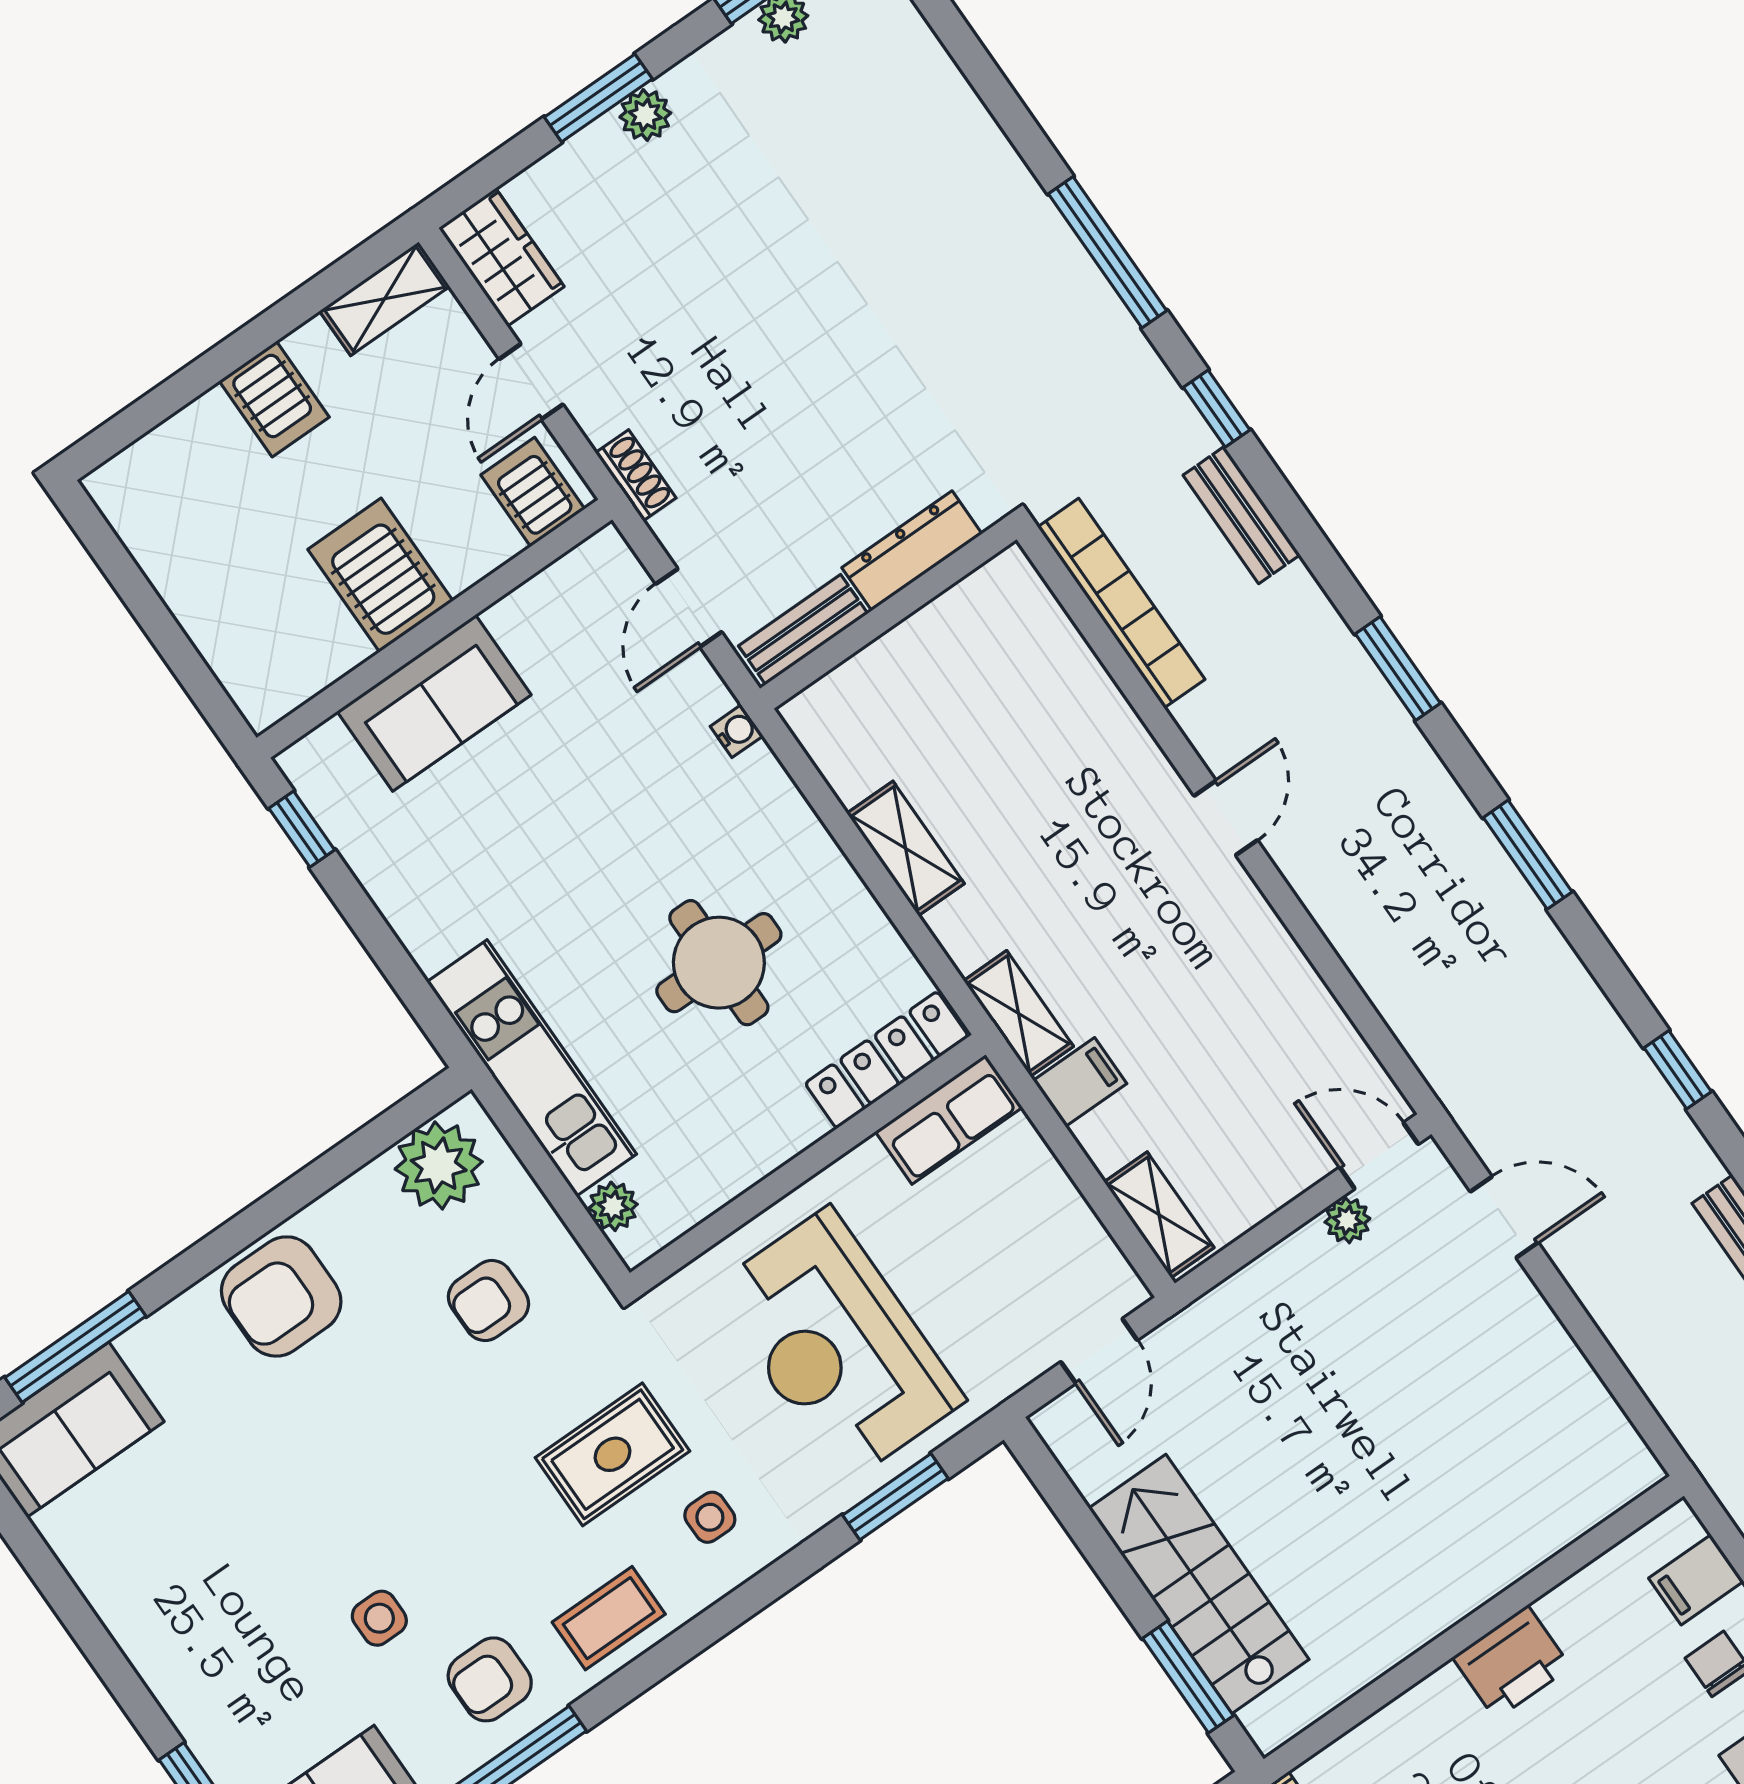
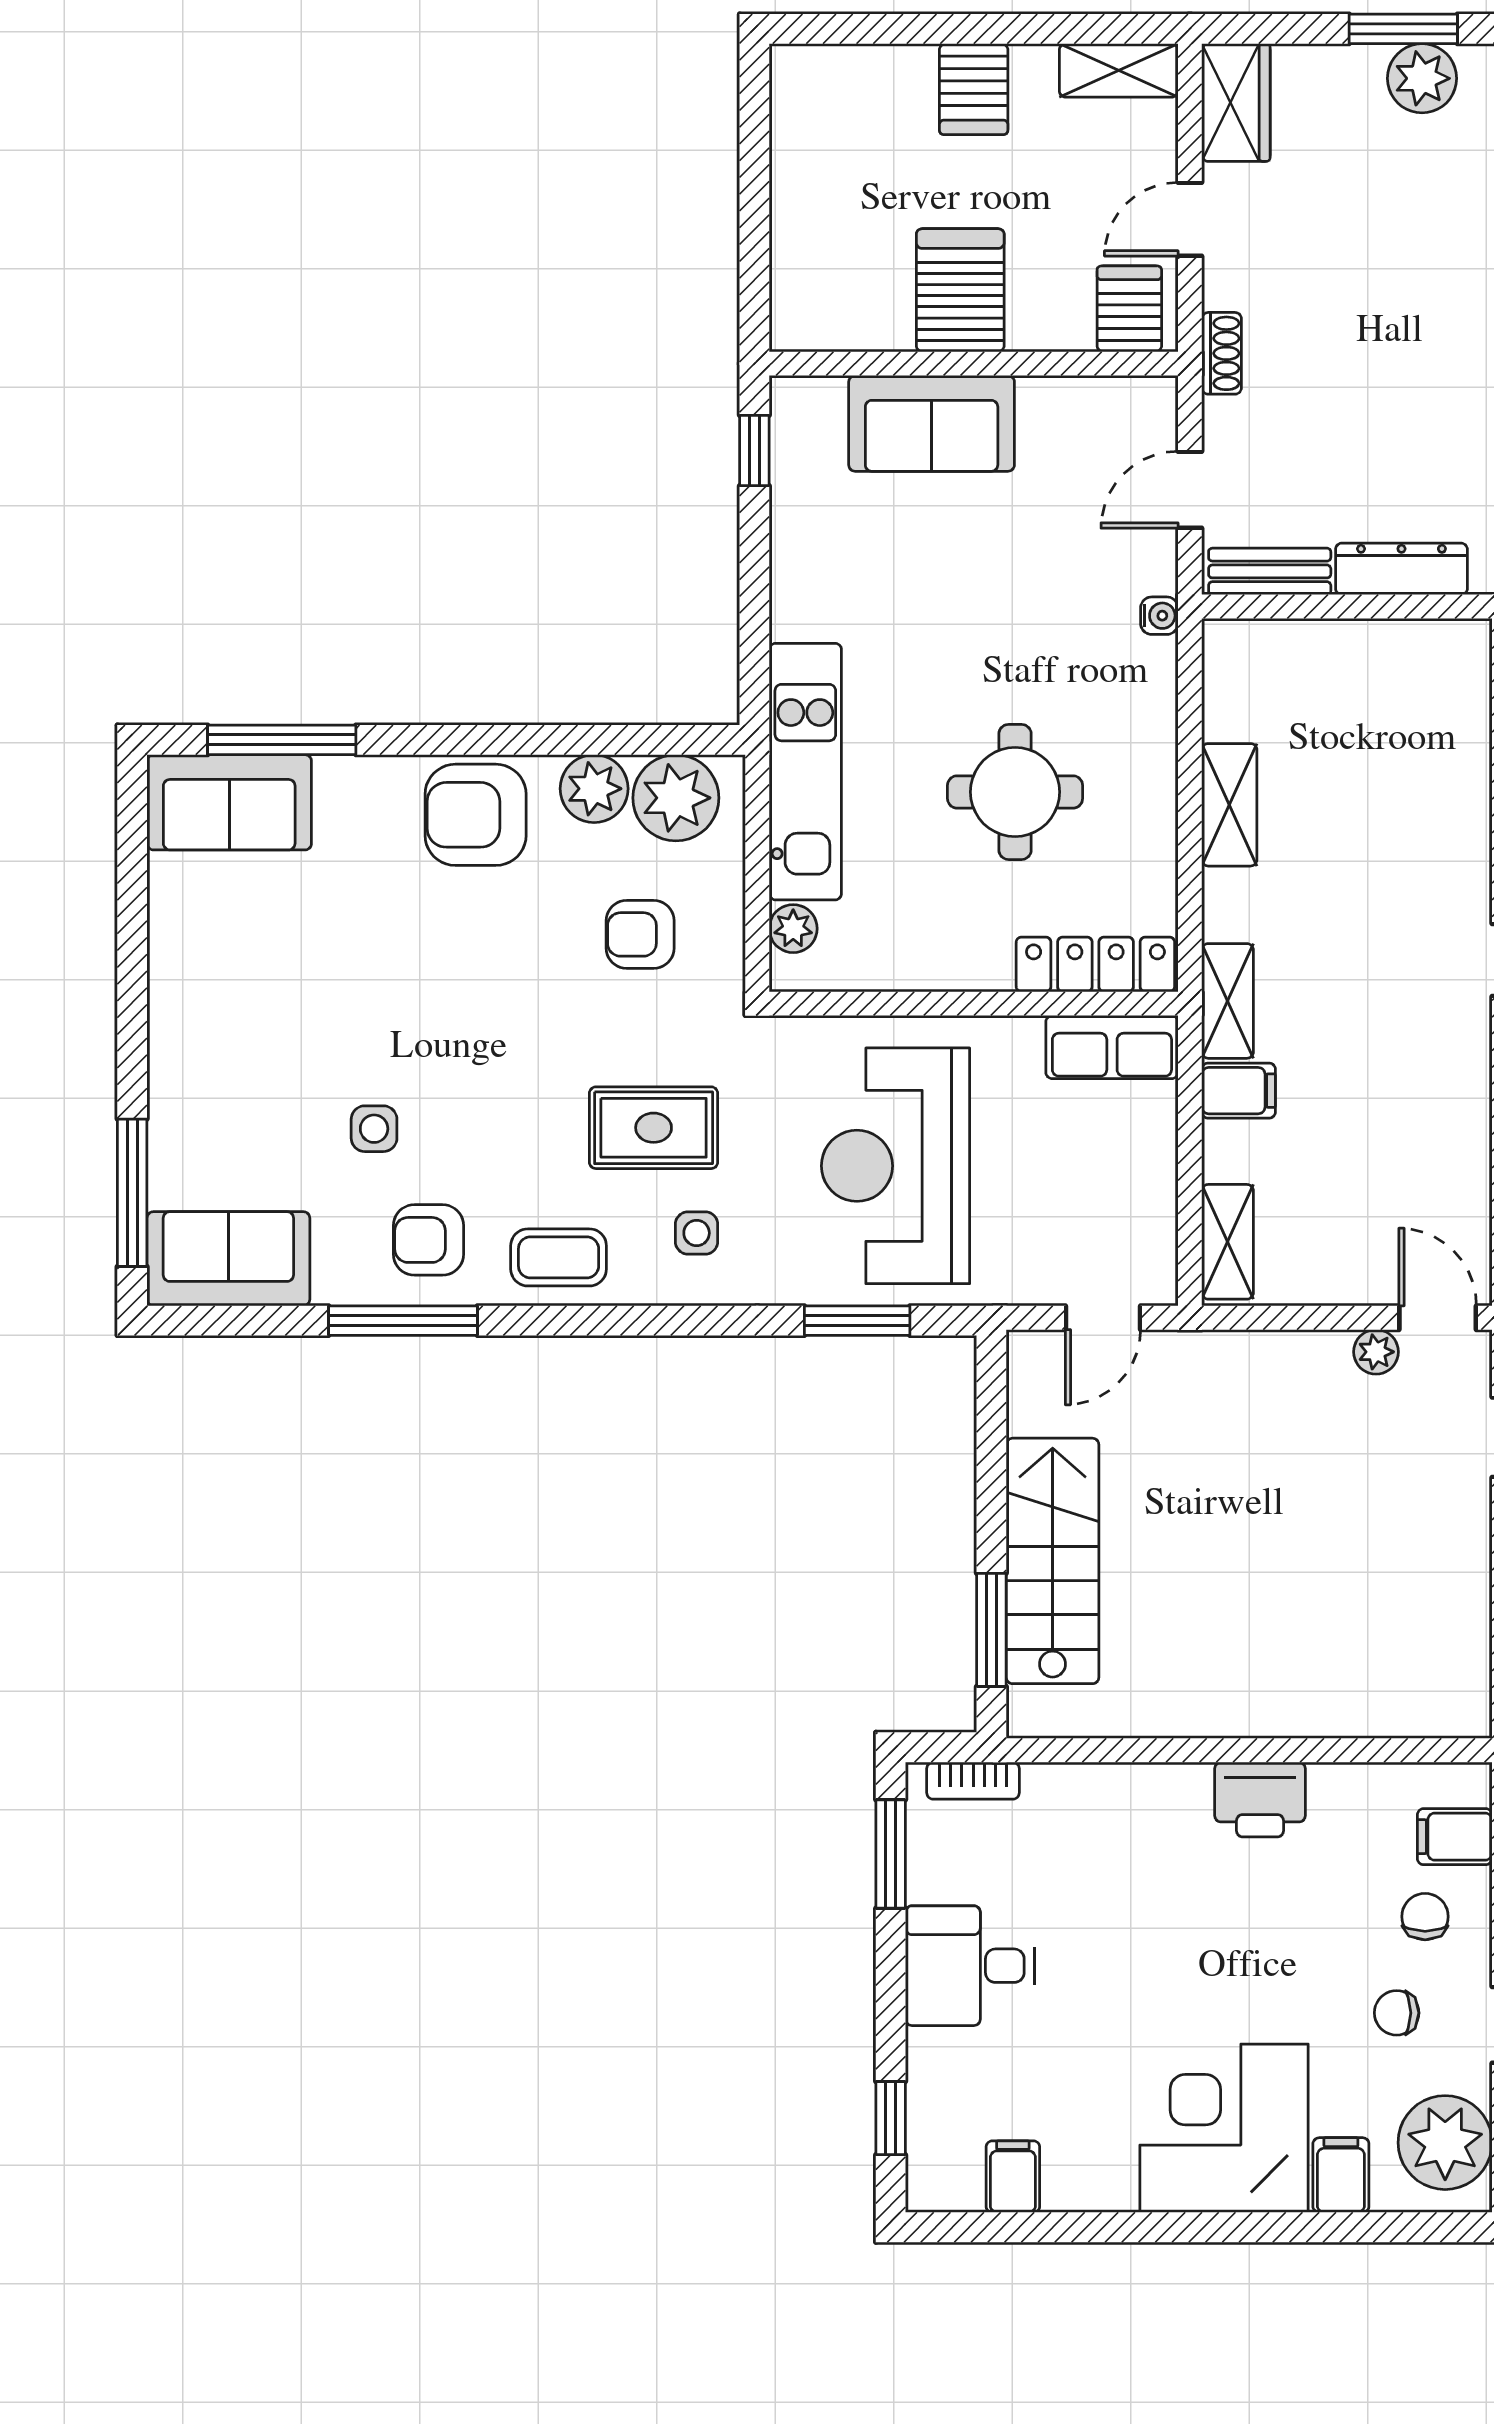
plant: (645, 115) -> (1422, 78), width x1.38, depth x1.38
plant: (365, 1205) -> (594, 789), added

